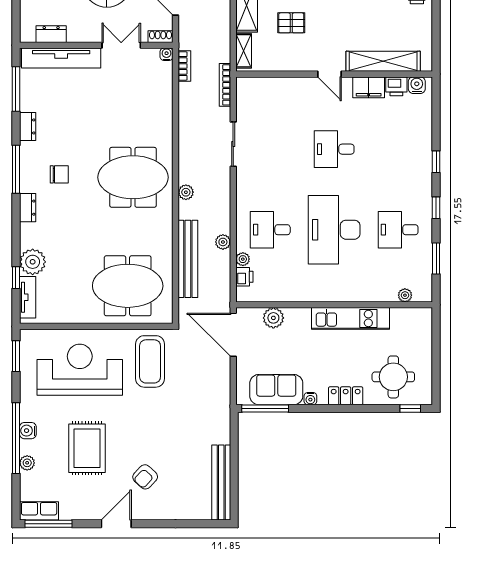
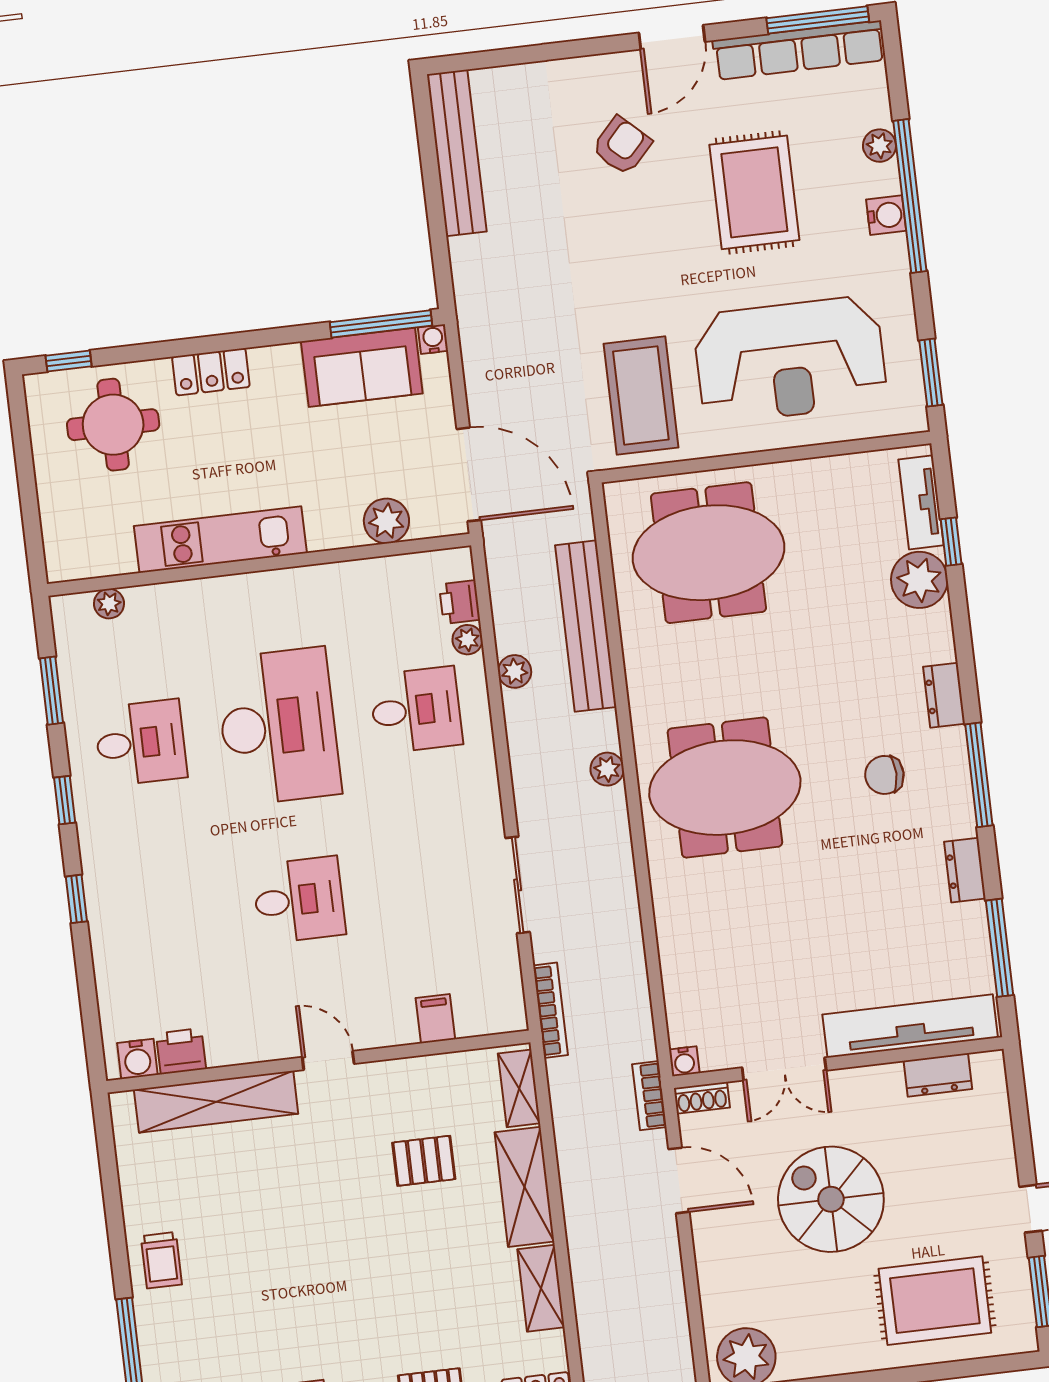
bookcase: (184, 66) -> (649, 1096), moved
filing cabinet: (369, 87) -> (435, 1019), moved, width x0.50
water cooler: (310, 399) -> (433, 339), moved
row of seats: (39, 511) -> (799, 50), width x2.02

